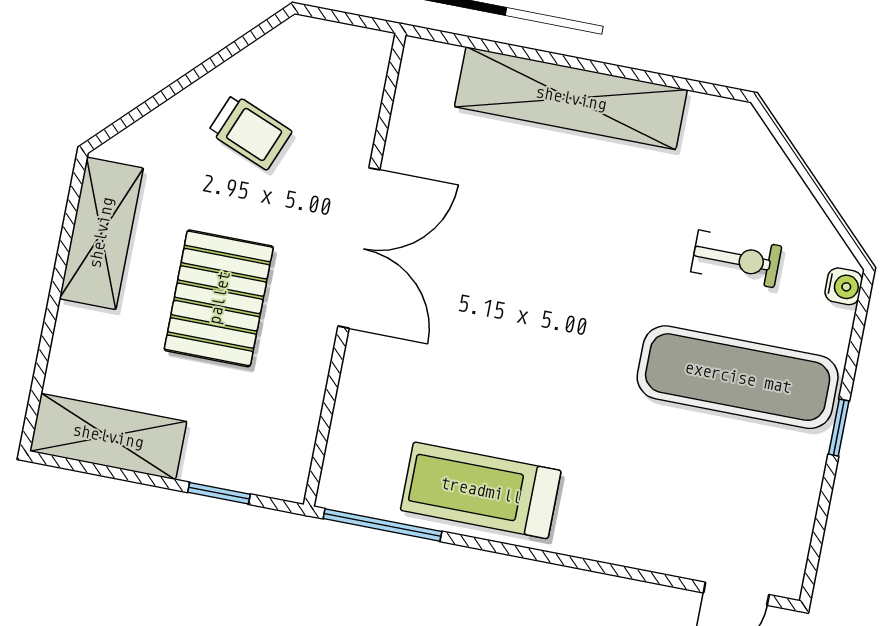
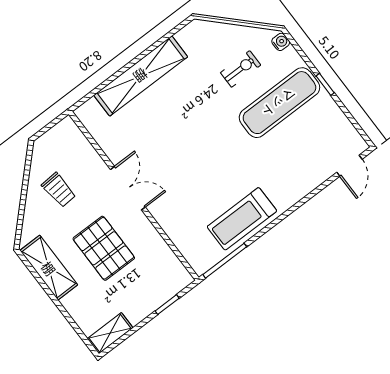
trolley: (250, 132) -> (59, 190), turned 64
double door: (359, 248) -> (128, 188), width x0.73
shelving: (108, 436) -> (110, 333), width x0.67, depth x0.75

